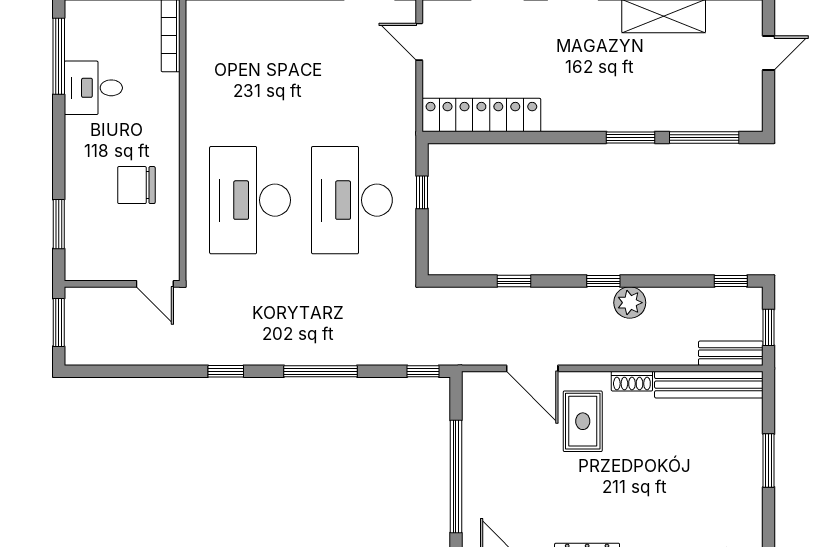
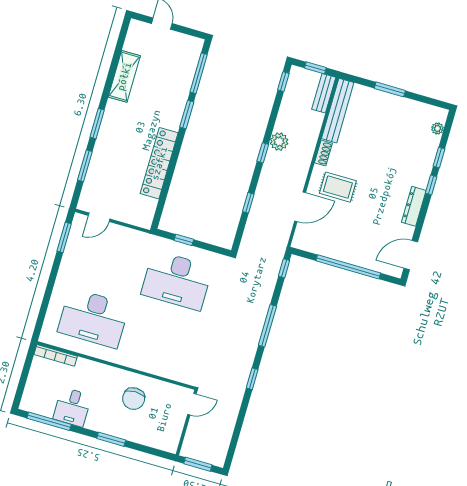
locker: (481, 115) -> (159, 163), moved
desk: (250, 200) -> (93, 318), moved
window: (59, 224) -> (111, 439), moved

